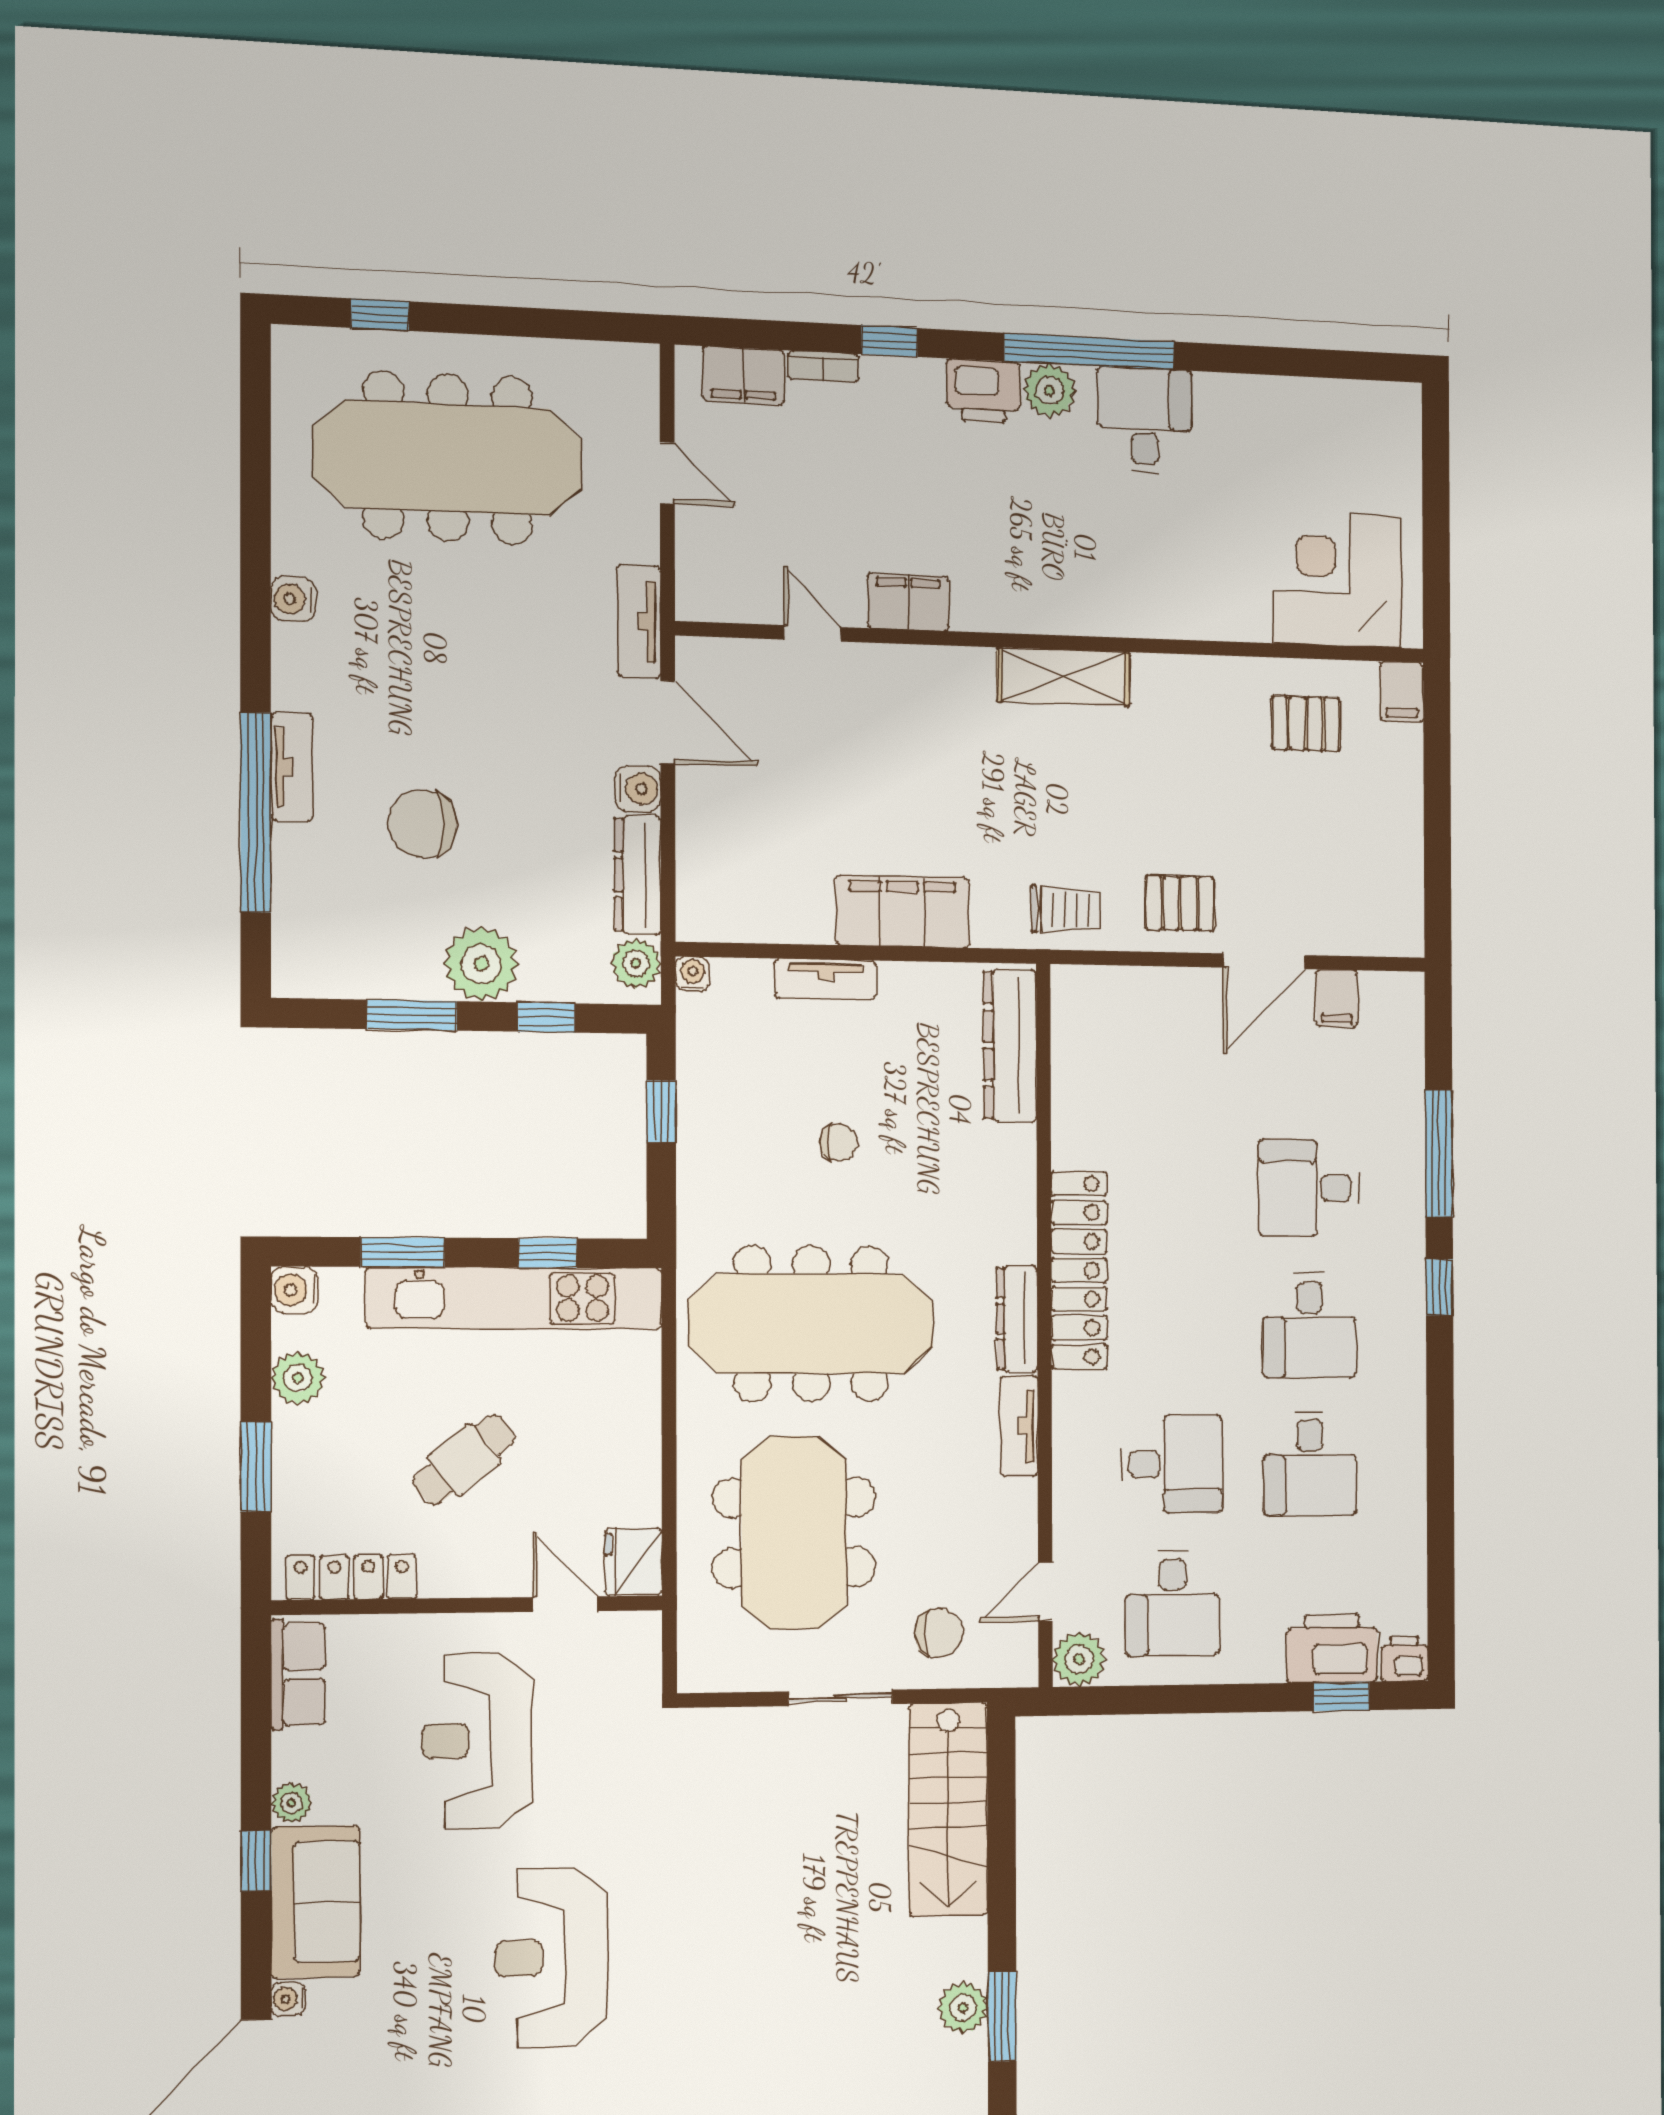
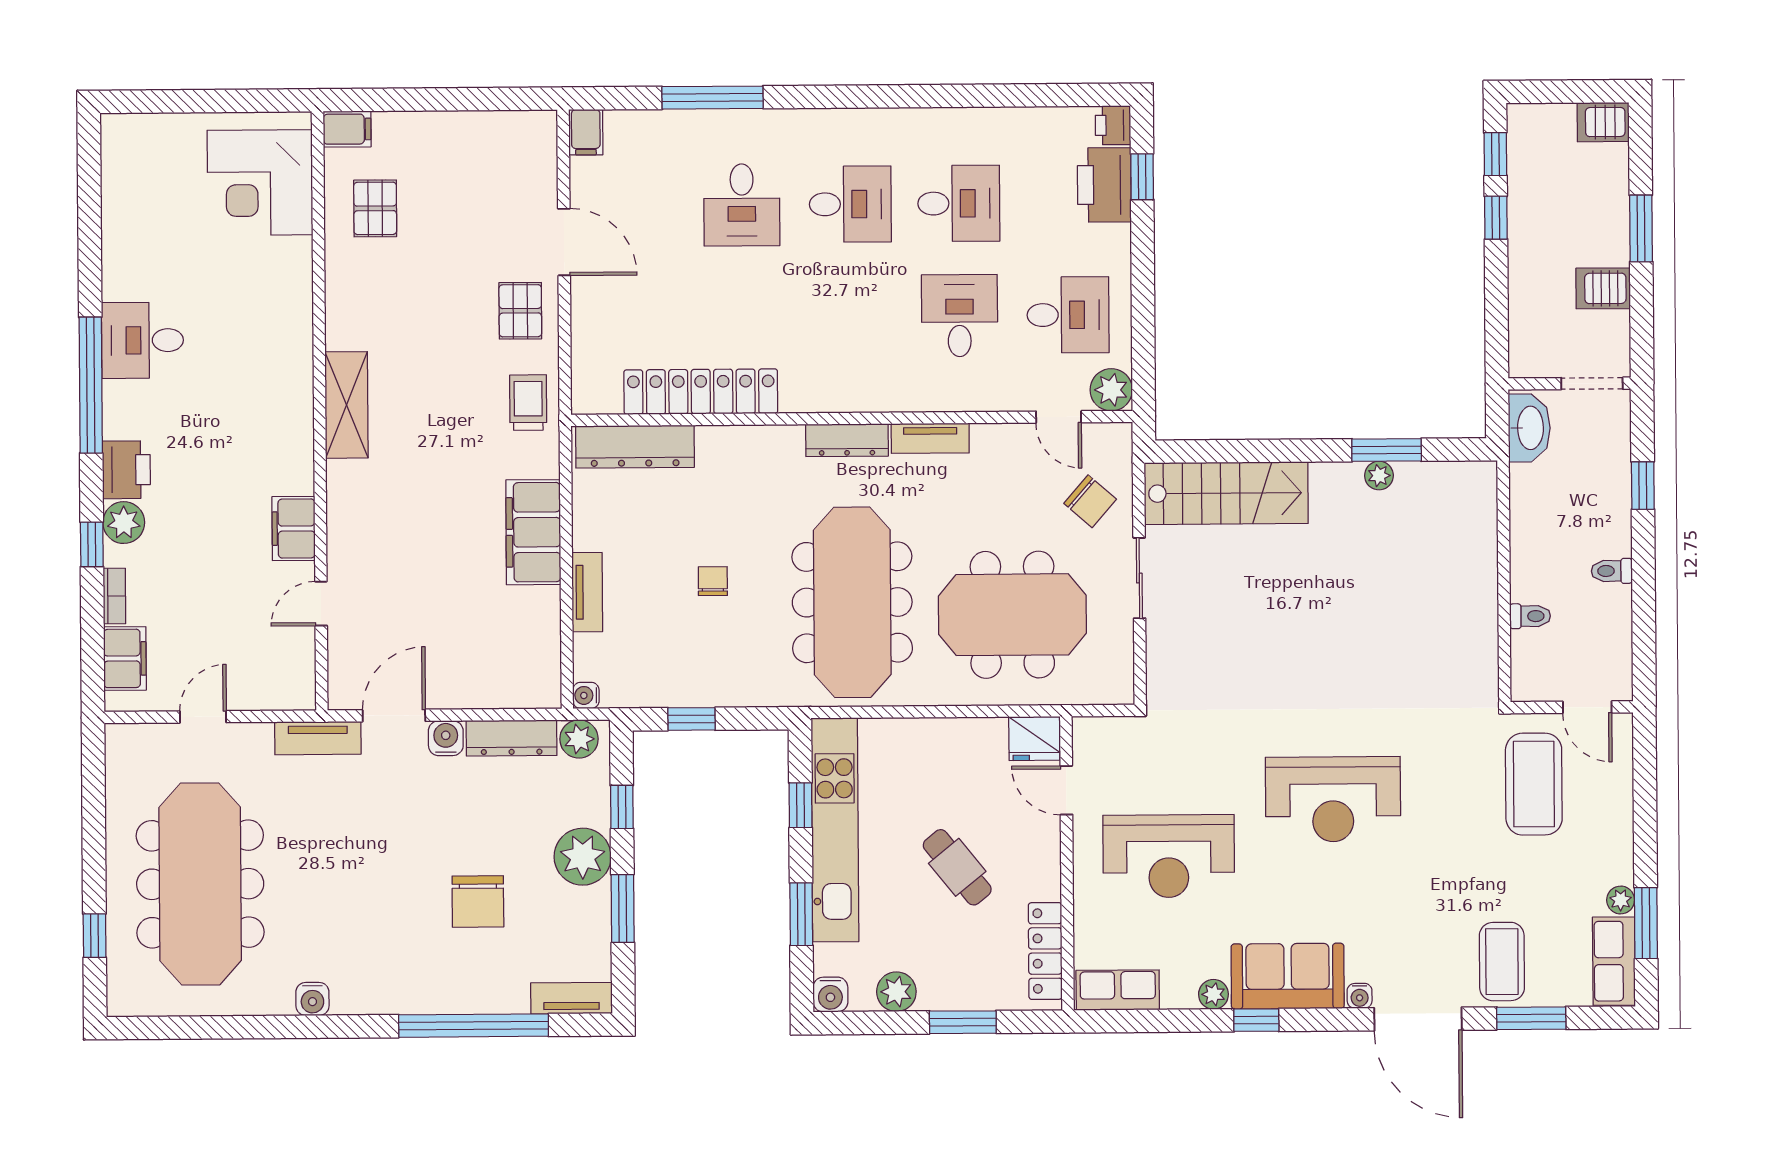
plant: (1050, 390) -> (124, 523), moved
tv unit: (292, 767) -> (571, 998), moved
filing cabinet: (1337, 999) -> (586, 132), moved, turned 90
locker: (1079, 1270) -> (701, 392), moved
window: (1440, 1287) -> (819, 97), removed
door: (565, 1604) -> (1066, 790), hinge flipped
chair: (939, 1633) -> (1090, 501), turned 131
plant: (963, 2008) -> (1379, 476), width x0.73, depth x0.73

